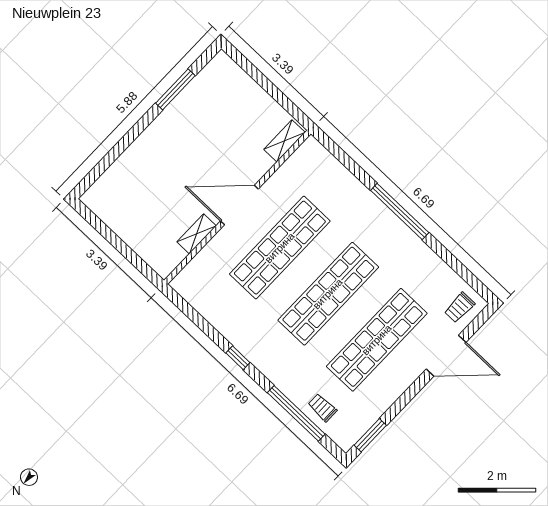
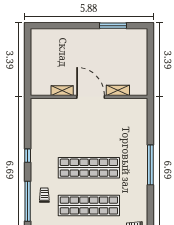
shelving: (284, 141) -> (118, 90), moved
shop shelf: (280, 248) -> (89, 130), removed
trolley: (322, 408) -> (44, 195), moved

